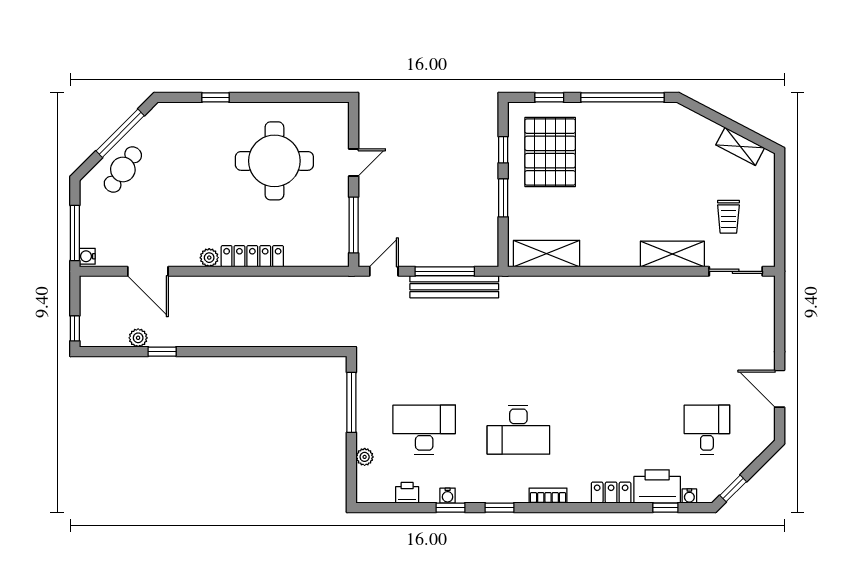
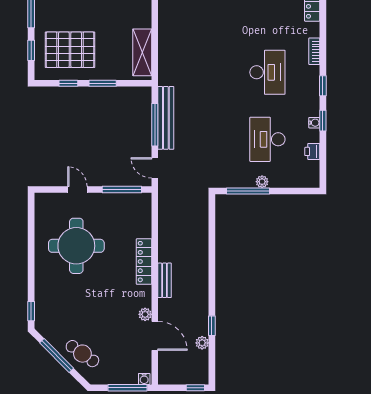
window: (216, 97) -> (31, 311), moved
plant: (209, 258) -> (145, 314), moved
door: (148, 271) -> (155, 336), hinge flipped
bench: (226, 285) -> (165, 280), added
plant: (365, 457) -> (262, 182), moved

